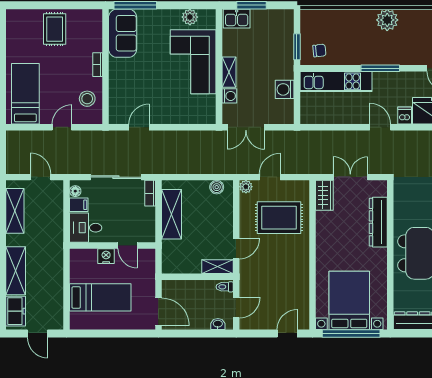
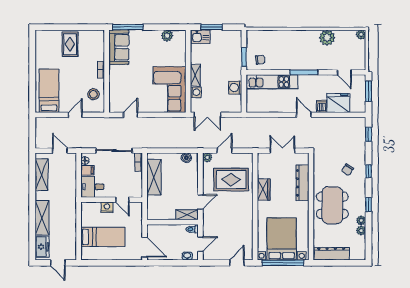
plant: (387, 20) -> (327, 38), moved
corner sofa: (193, 62) -> (169, 90), moved
wardrobe: (324, 195) -> (264, 190), moved

